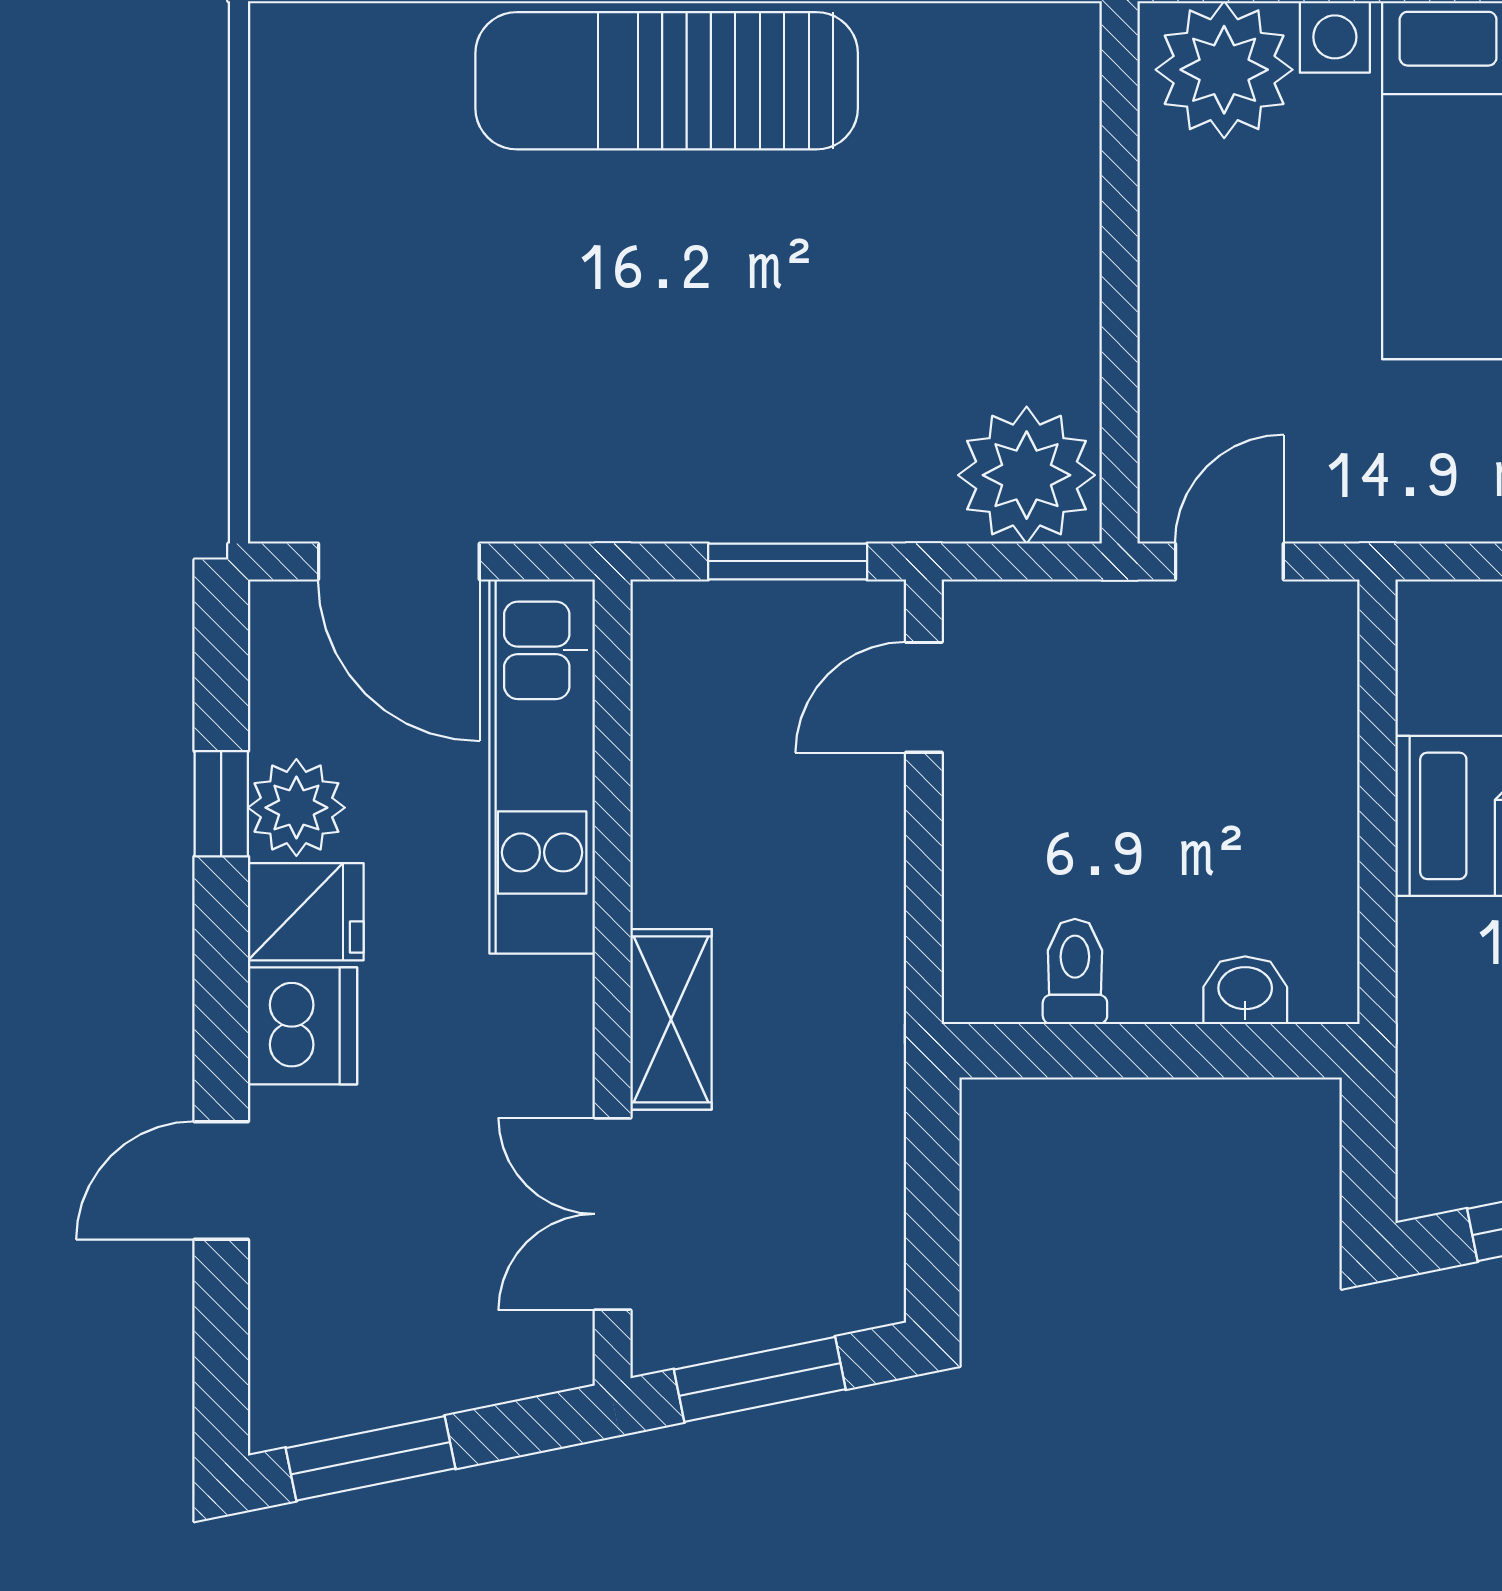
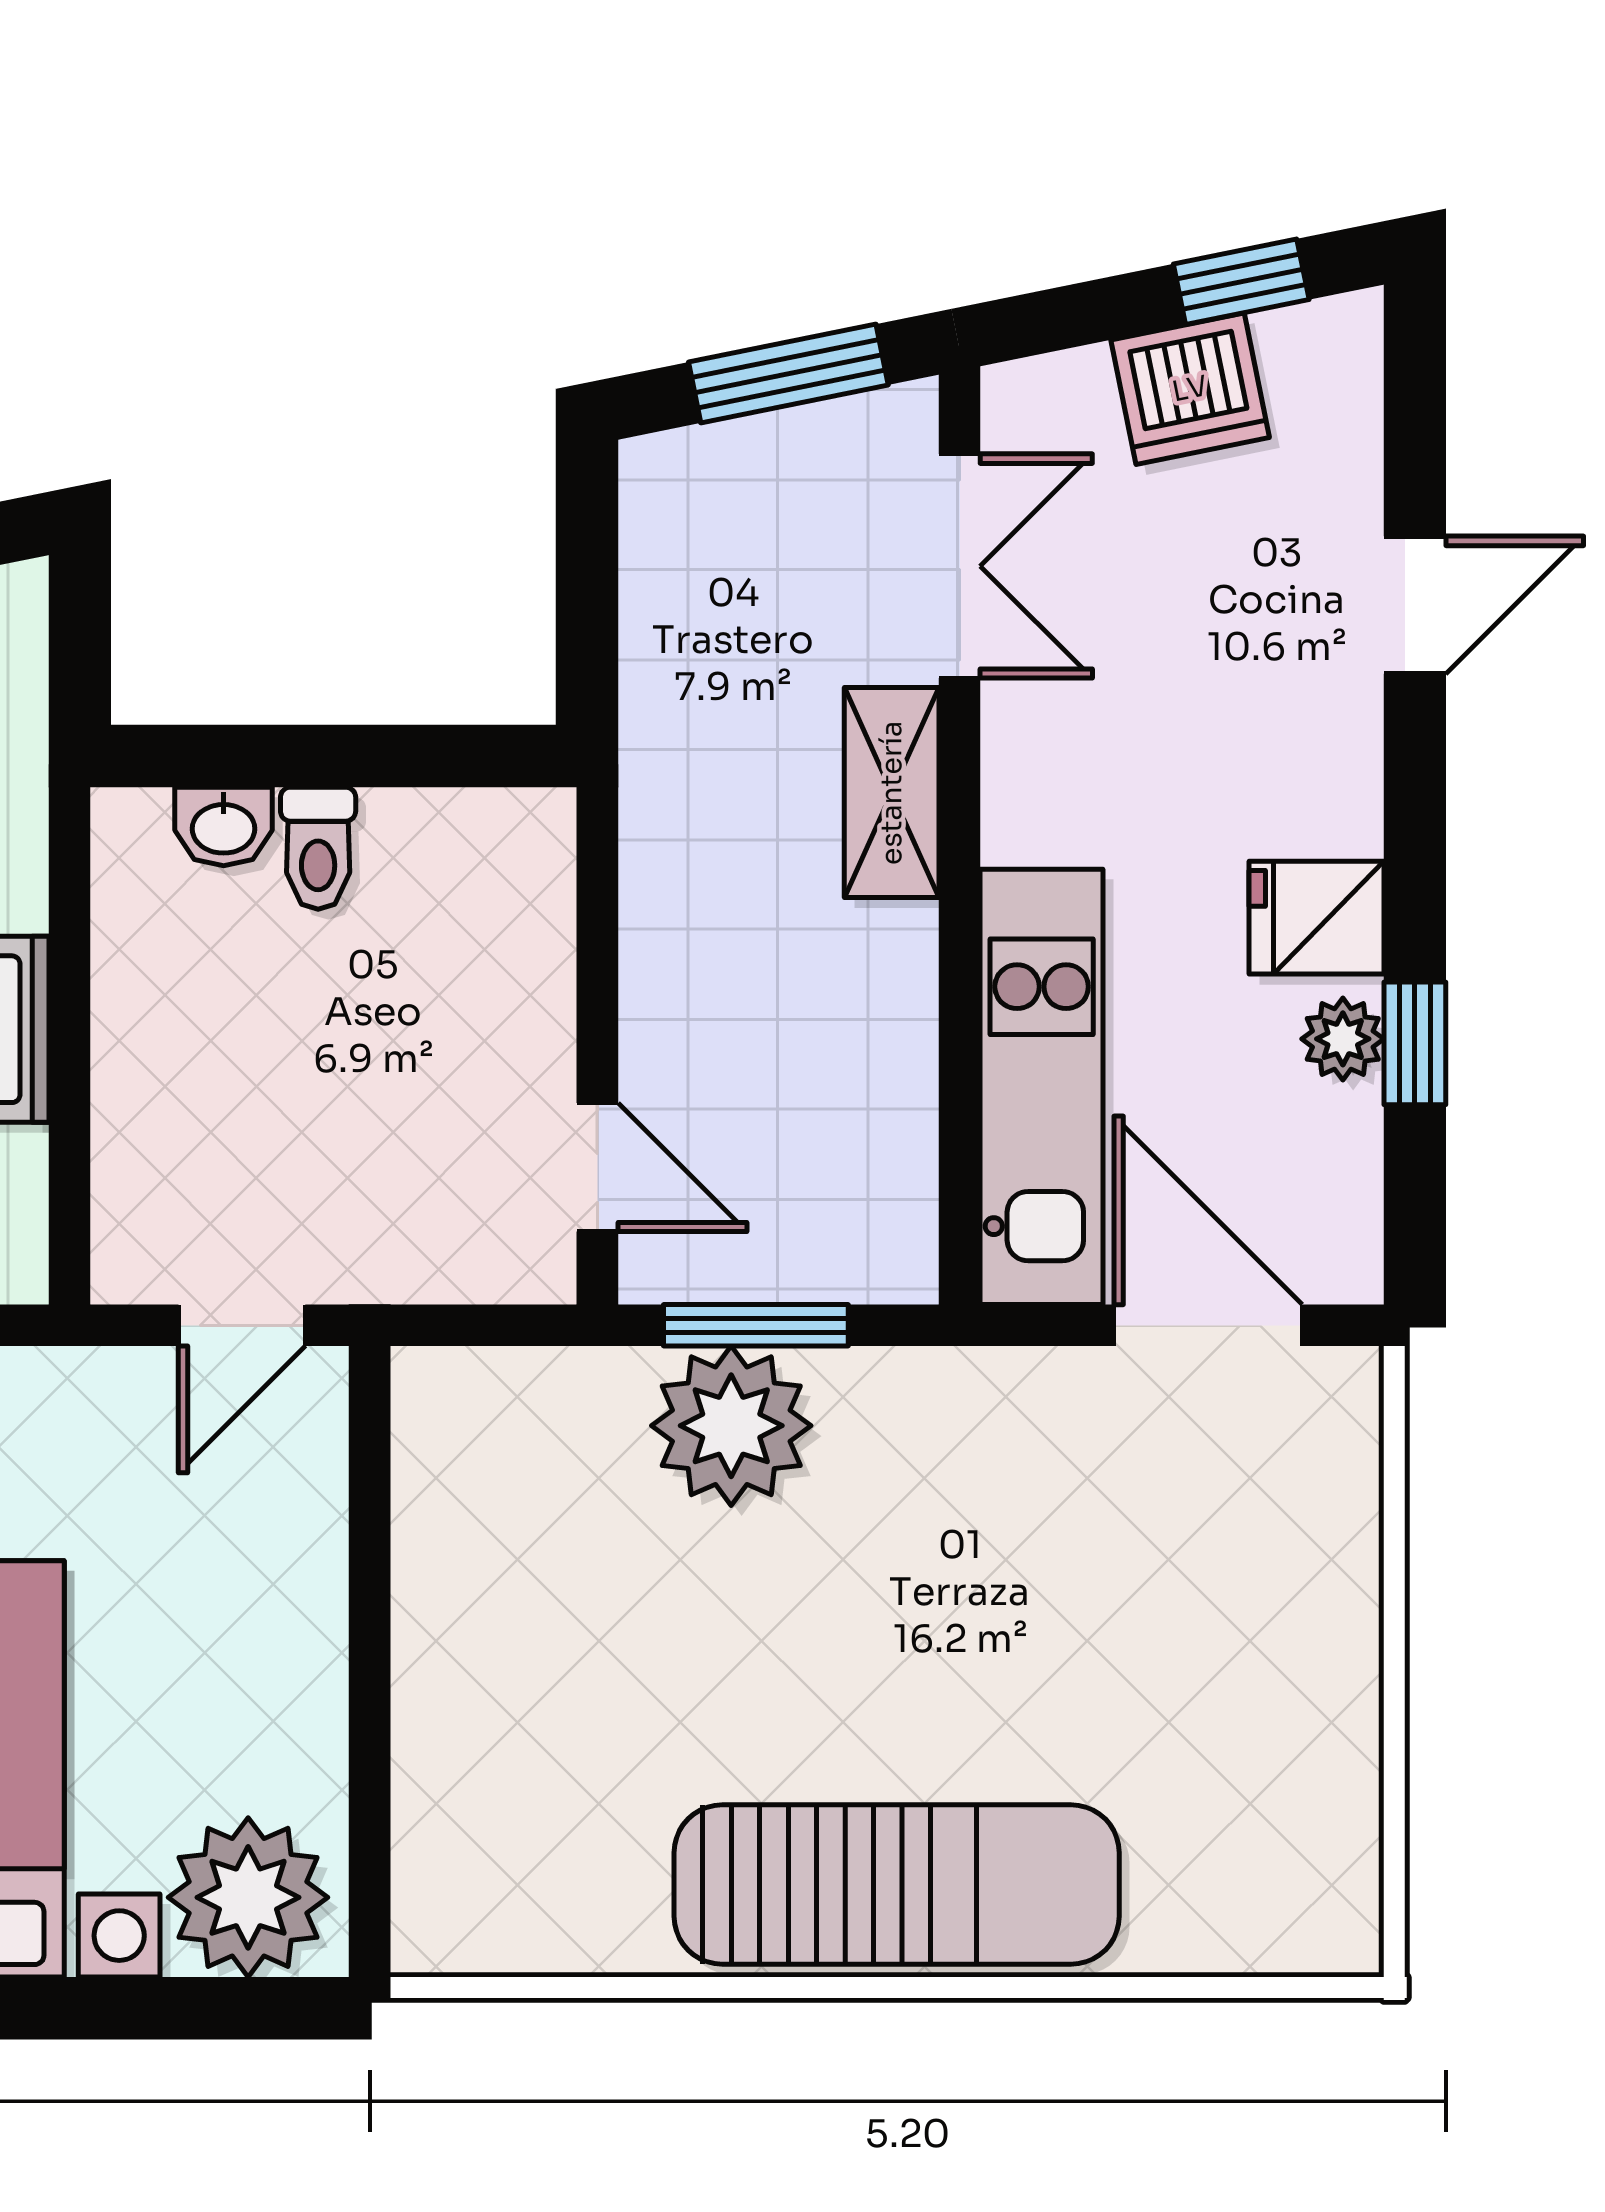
plant: (1027, 475) -> (731, 1426), moved
door: (924, 697) -> (597, 1167), hinge flipped
plant: (296, 808) -> (1343, 1039), width x0.73, depth x0.73
toilet: (1075, 971) -> (318, 848), moved
dishwasher: (303, 1026) -> (1190, 389), moved, turned -101
window: (370, 1458) -> (1241, 282), width x0.67

